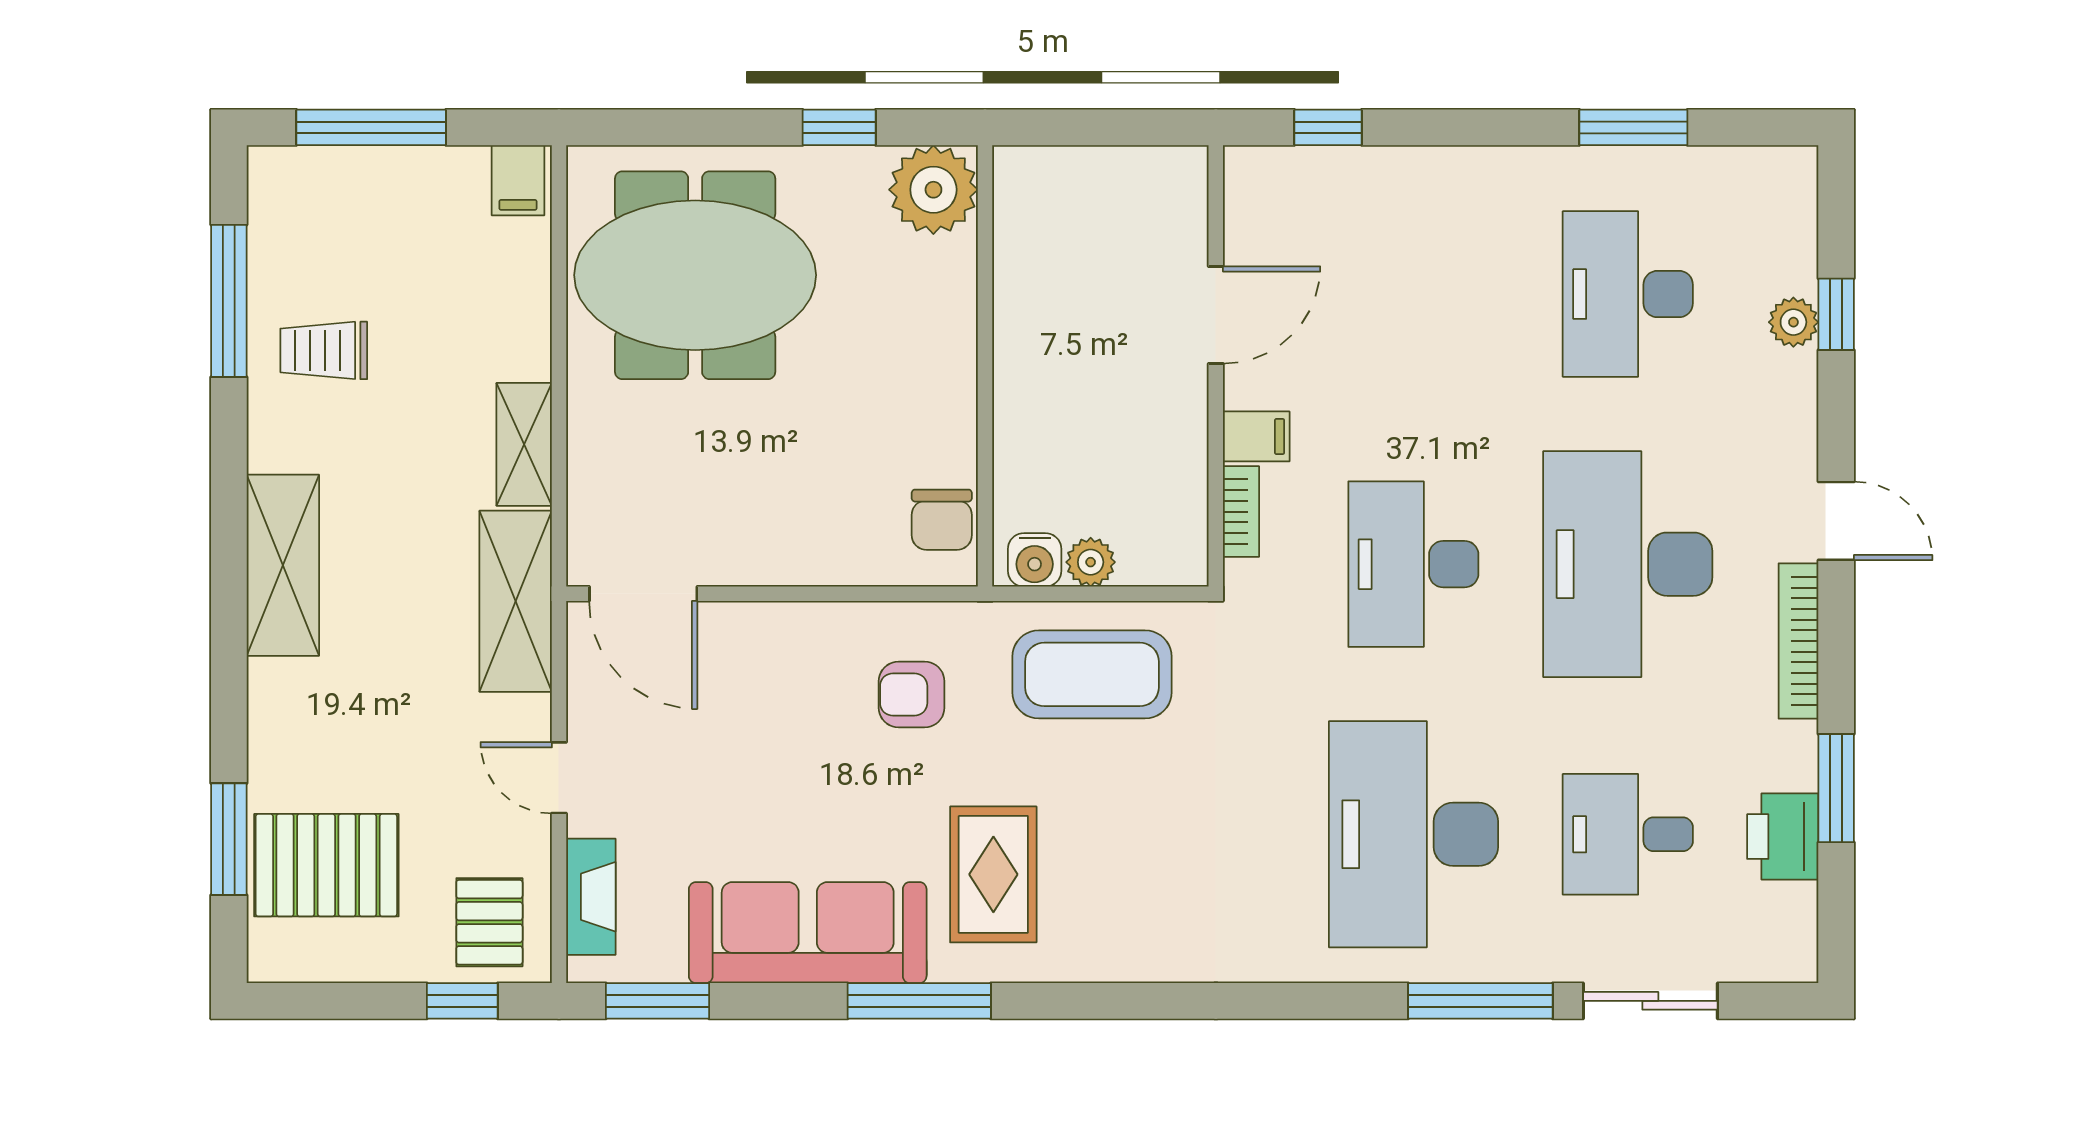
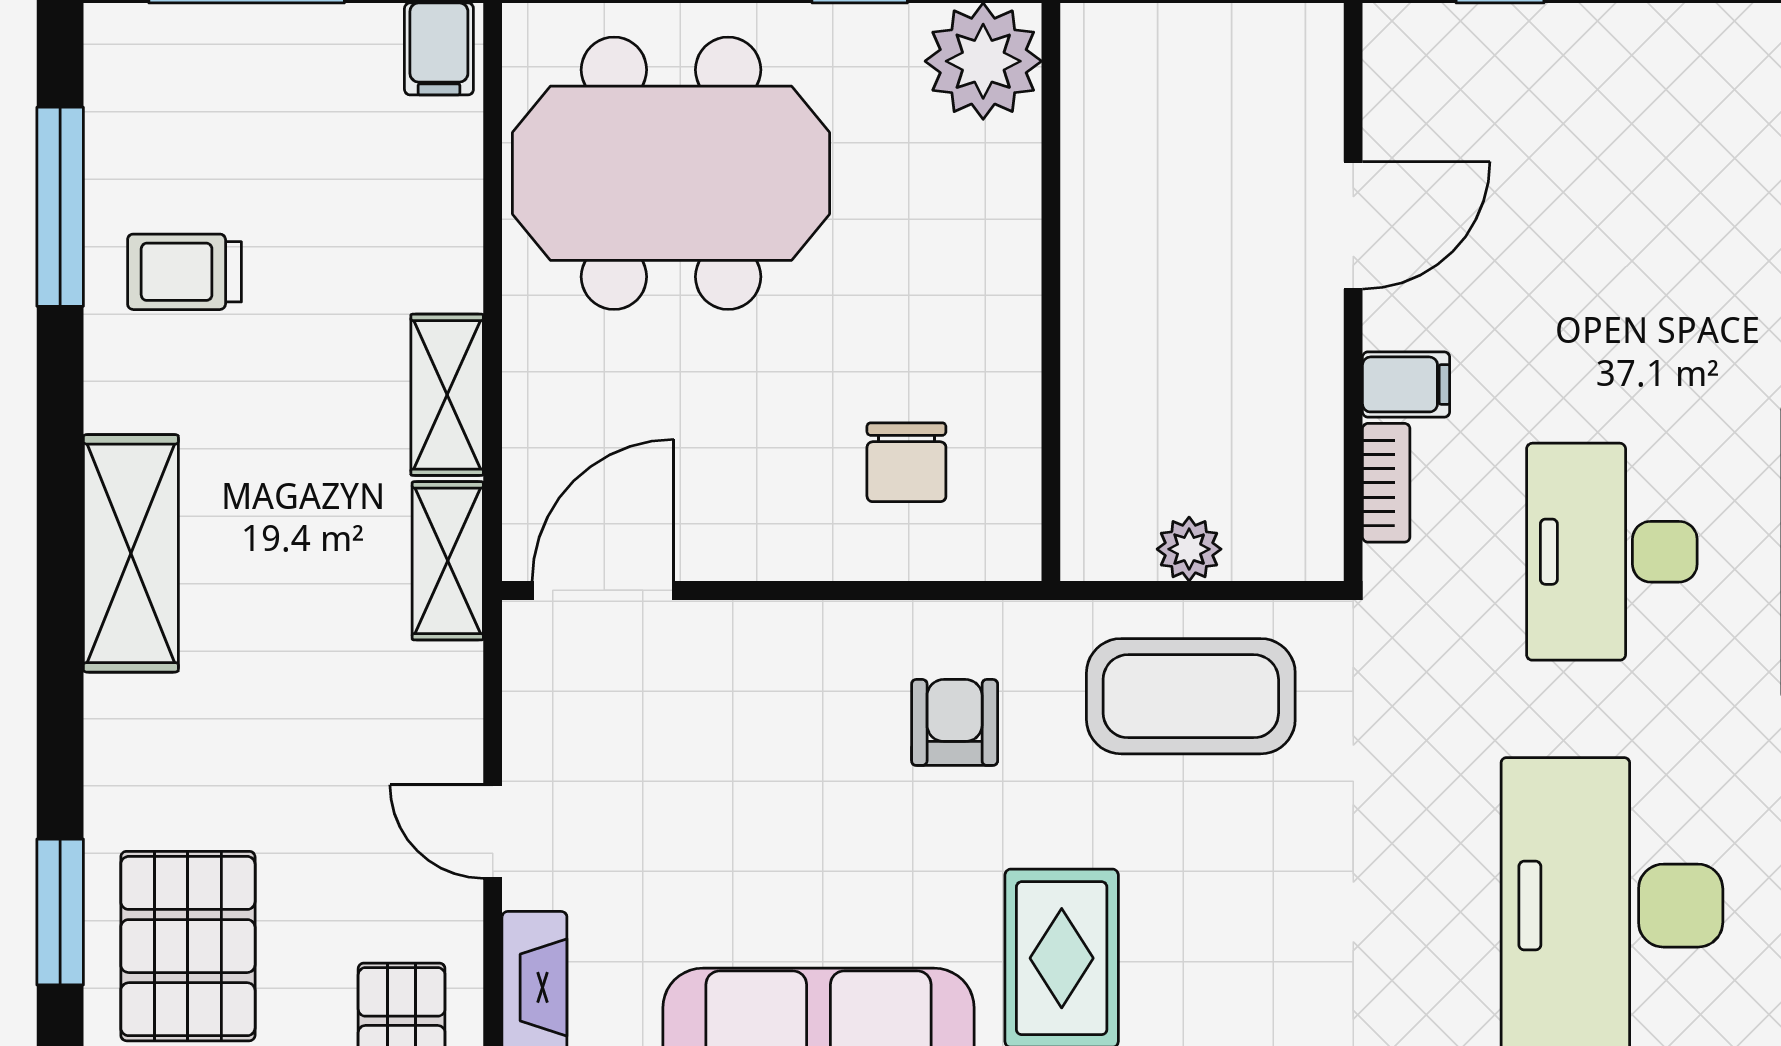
chair: (942, 520) -> (906, 462), moved
water cooler: (1035, 560) -> (1116, 546), removed
door: (643, 594) -> (603, 590), swing flipped
shelving: (516, 601) -> (448, 561), width x0.67, depth x0.75
armchair: (912, 694) -> (955, 722), turned 90
pallet: (326, 865) -> (188, 946), turned 90

